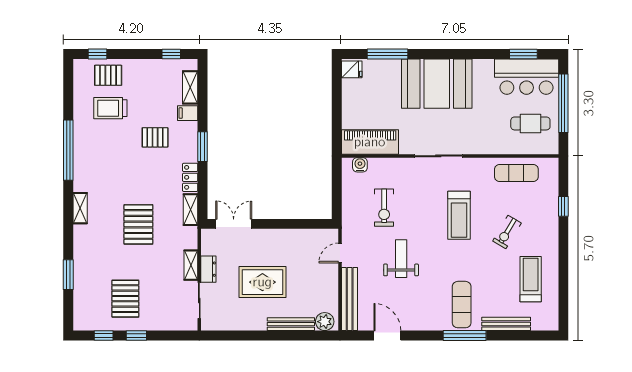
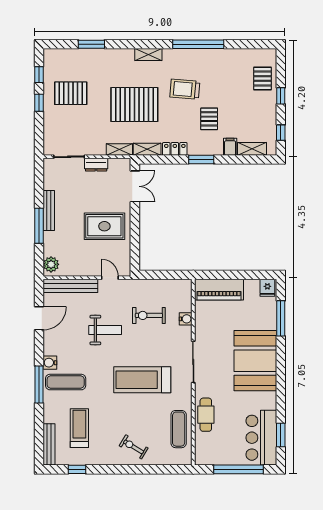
window: (98, 54) -> (281, 96), moved
trolley: (110, 108) -> (185, 89), moved, turned -85
cafe table: (530, 123) -> (206, 415), moved
piano: (370, 142) -> (219, 290), moved, turned 90
water cooler: (360, 165) -> (186, 319), moved
window: (563, 206) -> (77, 469), moved
treadmill: (459, 215) -> (142, 380), width x1.37, depth x1.38
pallet: (138, 224) -> (134, 105), width x1.37, depth x1.41
exercise bike: (507, 232) -> (134, 447), moved
shelving: (191, 265) -> (119, 150), moved
treadmill: (531, 279) -> (79, 428), moved, turned -90
rug: (262, 282) -> (104, 226), moved, turned 90
water cooler: (439, 323) -> (50, 363), added
bench: (291, 324) -> (49, 211), moved
bench: (506, 324) -> (49, 444), moved
window: (280, 336) -> (39, 226), added

